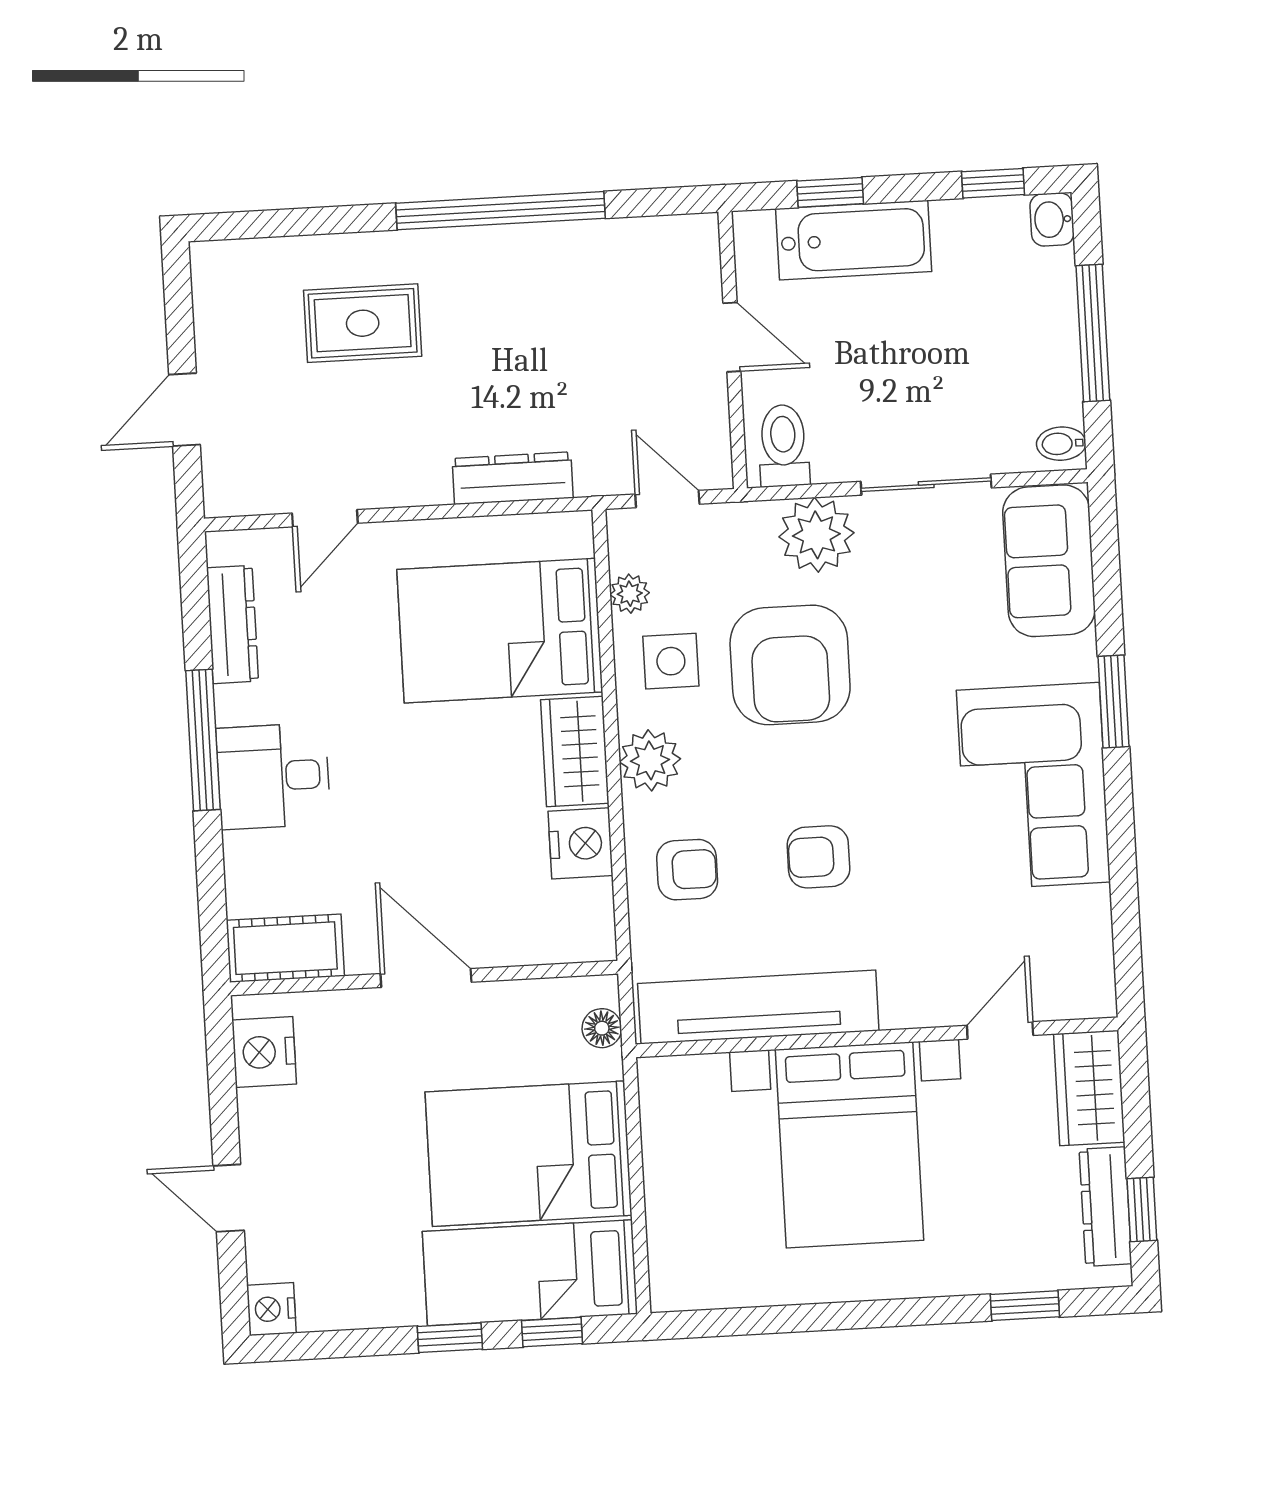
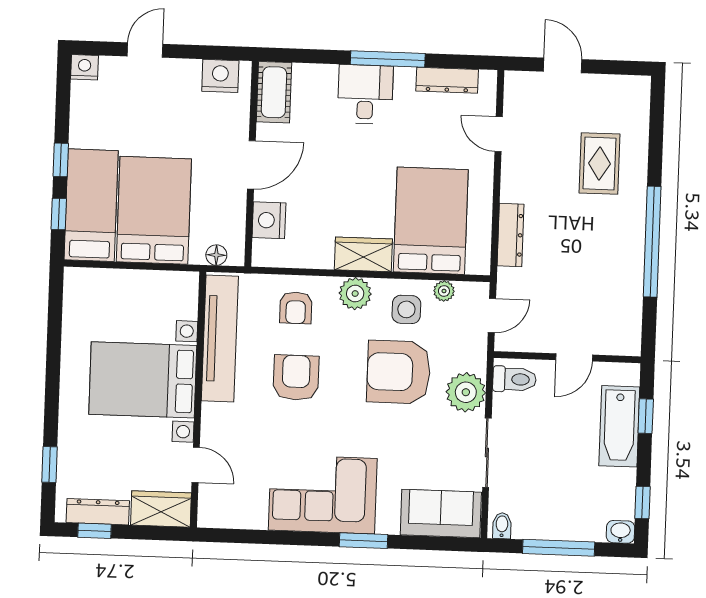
nightstand: (581, 843) -> (269, 220), moved, turned 90
armchair: (818, 857) -> (296, 378), width x1.38, depth x1.38

